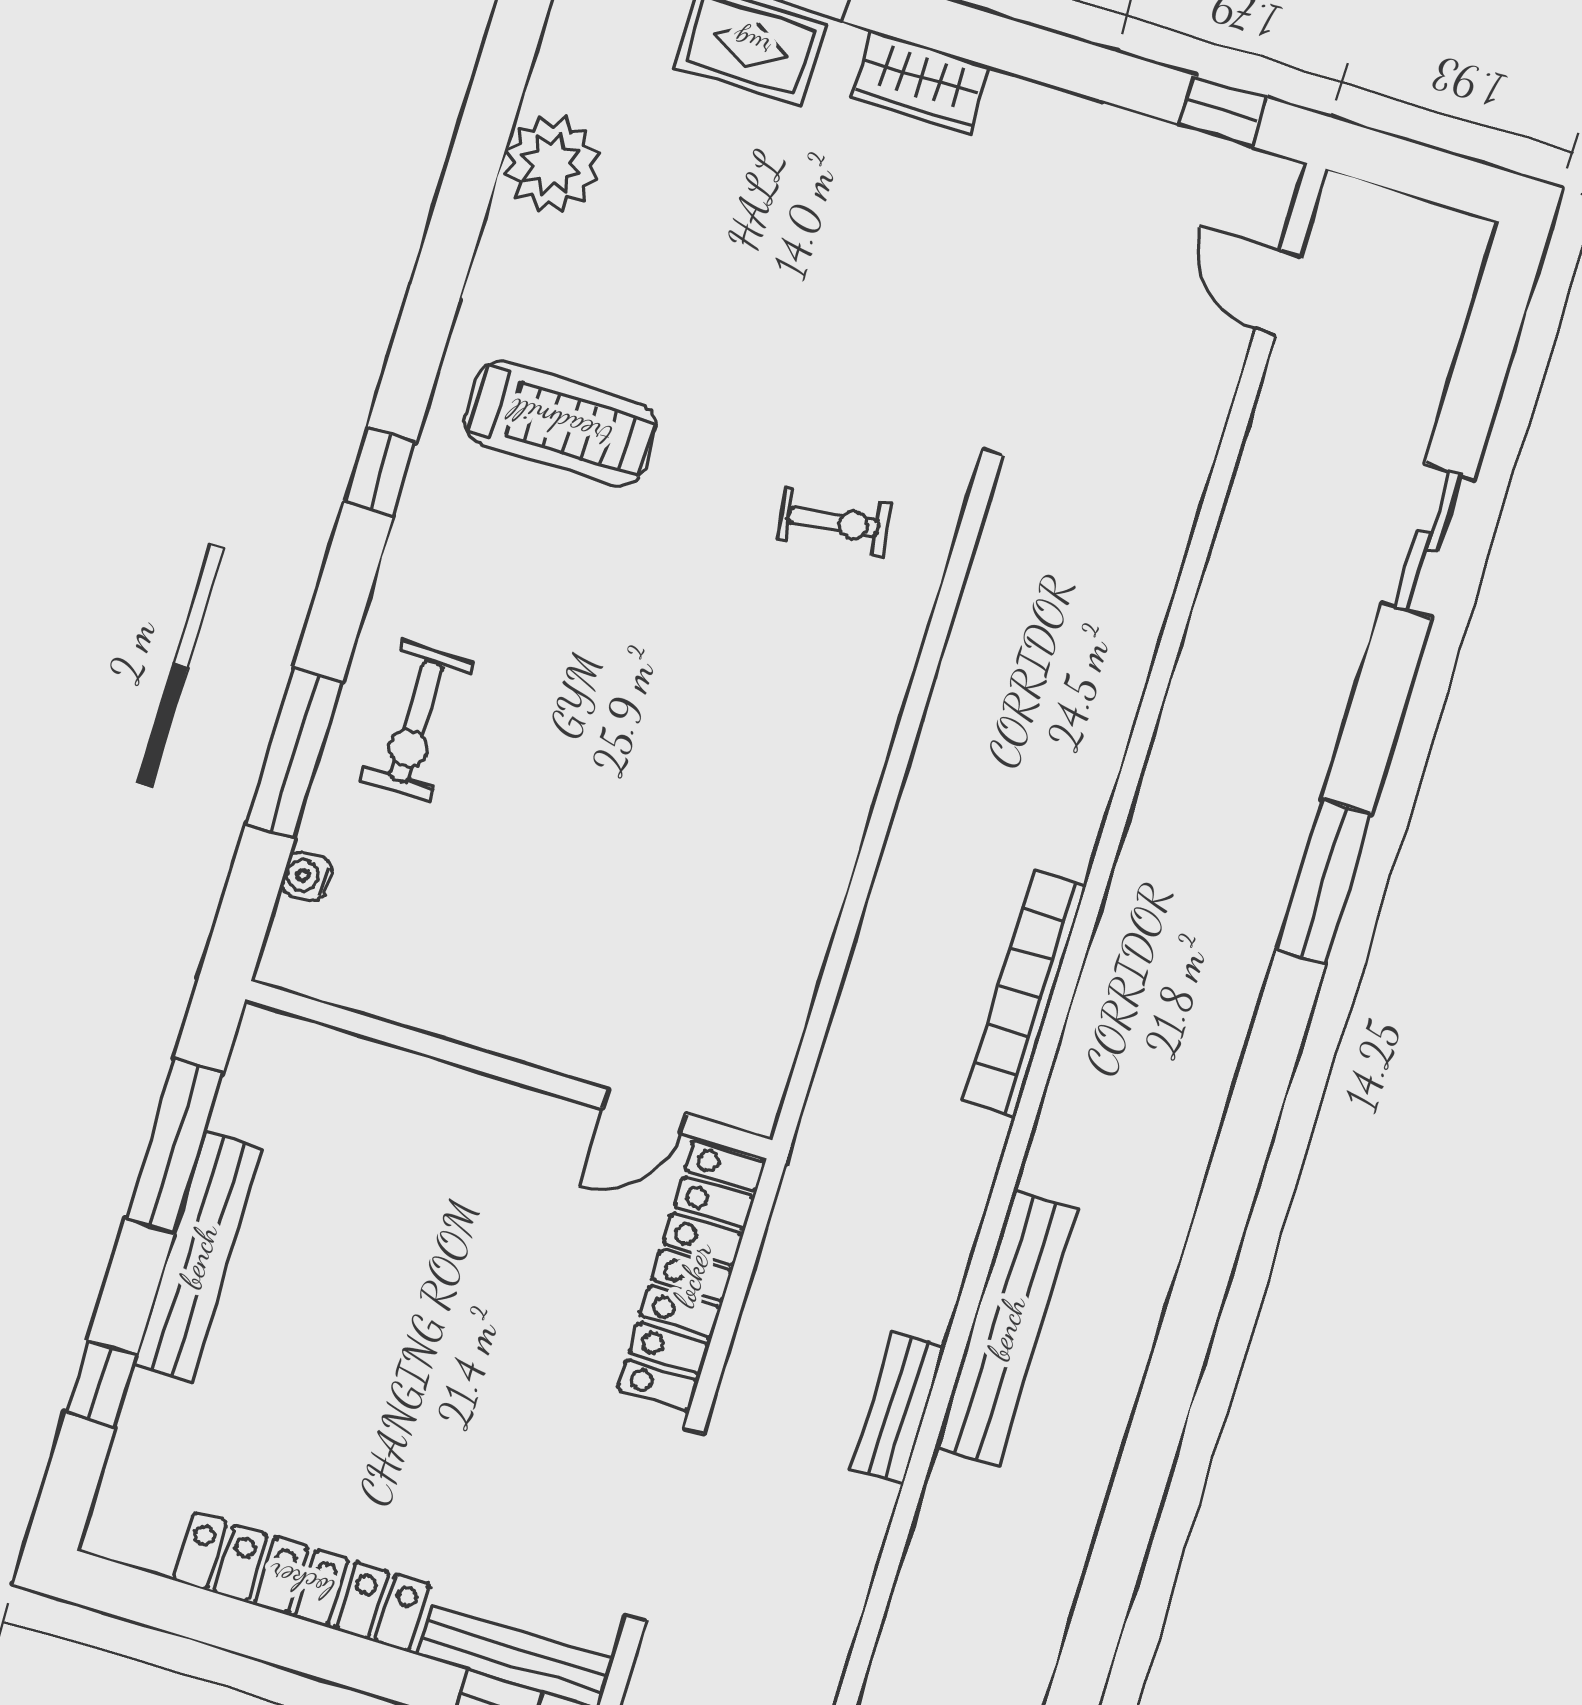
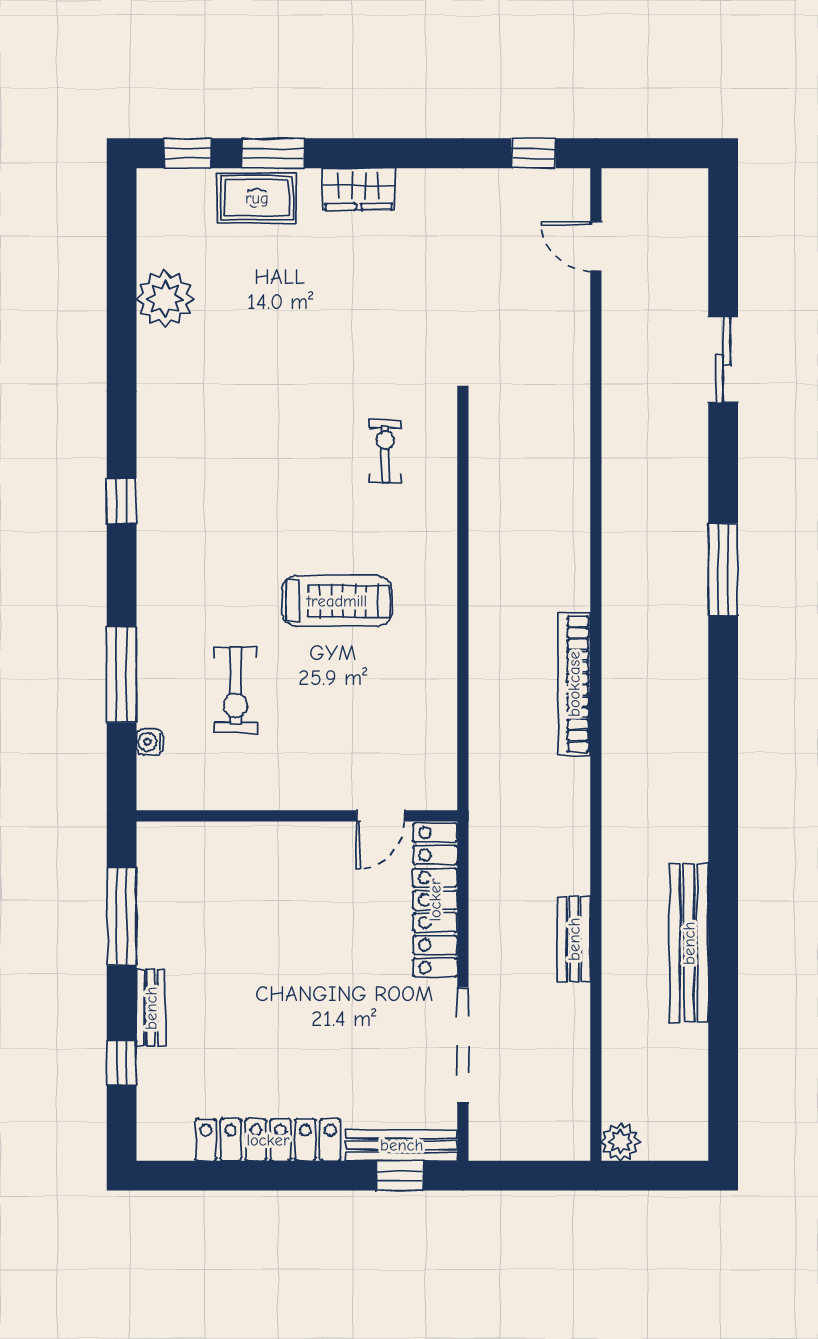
treadmill: (560, 423) -> (337, 601), moved
exercise bike: (833, 522) -> (385, 451), turned -82
exercise bike: (416, 721) -> (236, 690), moved
bench: (198, 1256) -> (151, 1008), width x0.54, depth x0.82
bench: (1006, 1328) -> (689, 943), moved

